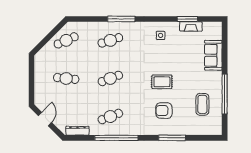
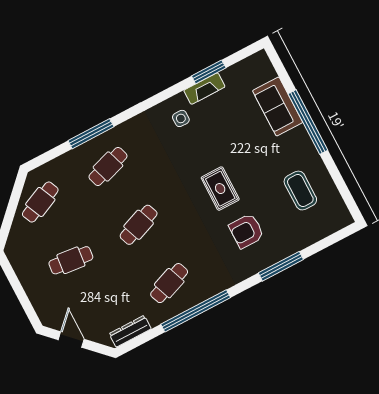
window: (121, 19) -> (91, 134), moved
fireplace: (191, 26) -> (204, 89), moved
rug: (162, 82) -> (220, 189), turned 90
window: (225, 94) -> (308, 122), moved

